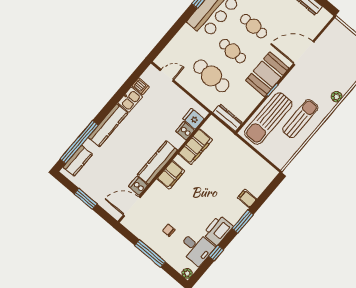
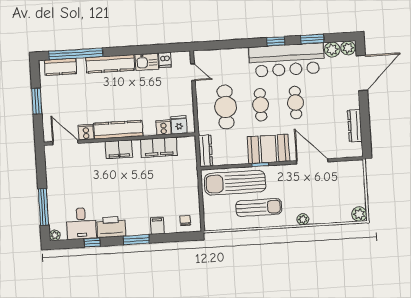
chair: (169, 230) -> (185, 221), moved
window: (150, 254) -> (43, 207), moved

